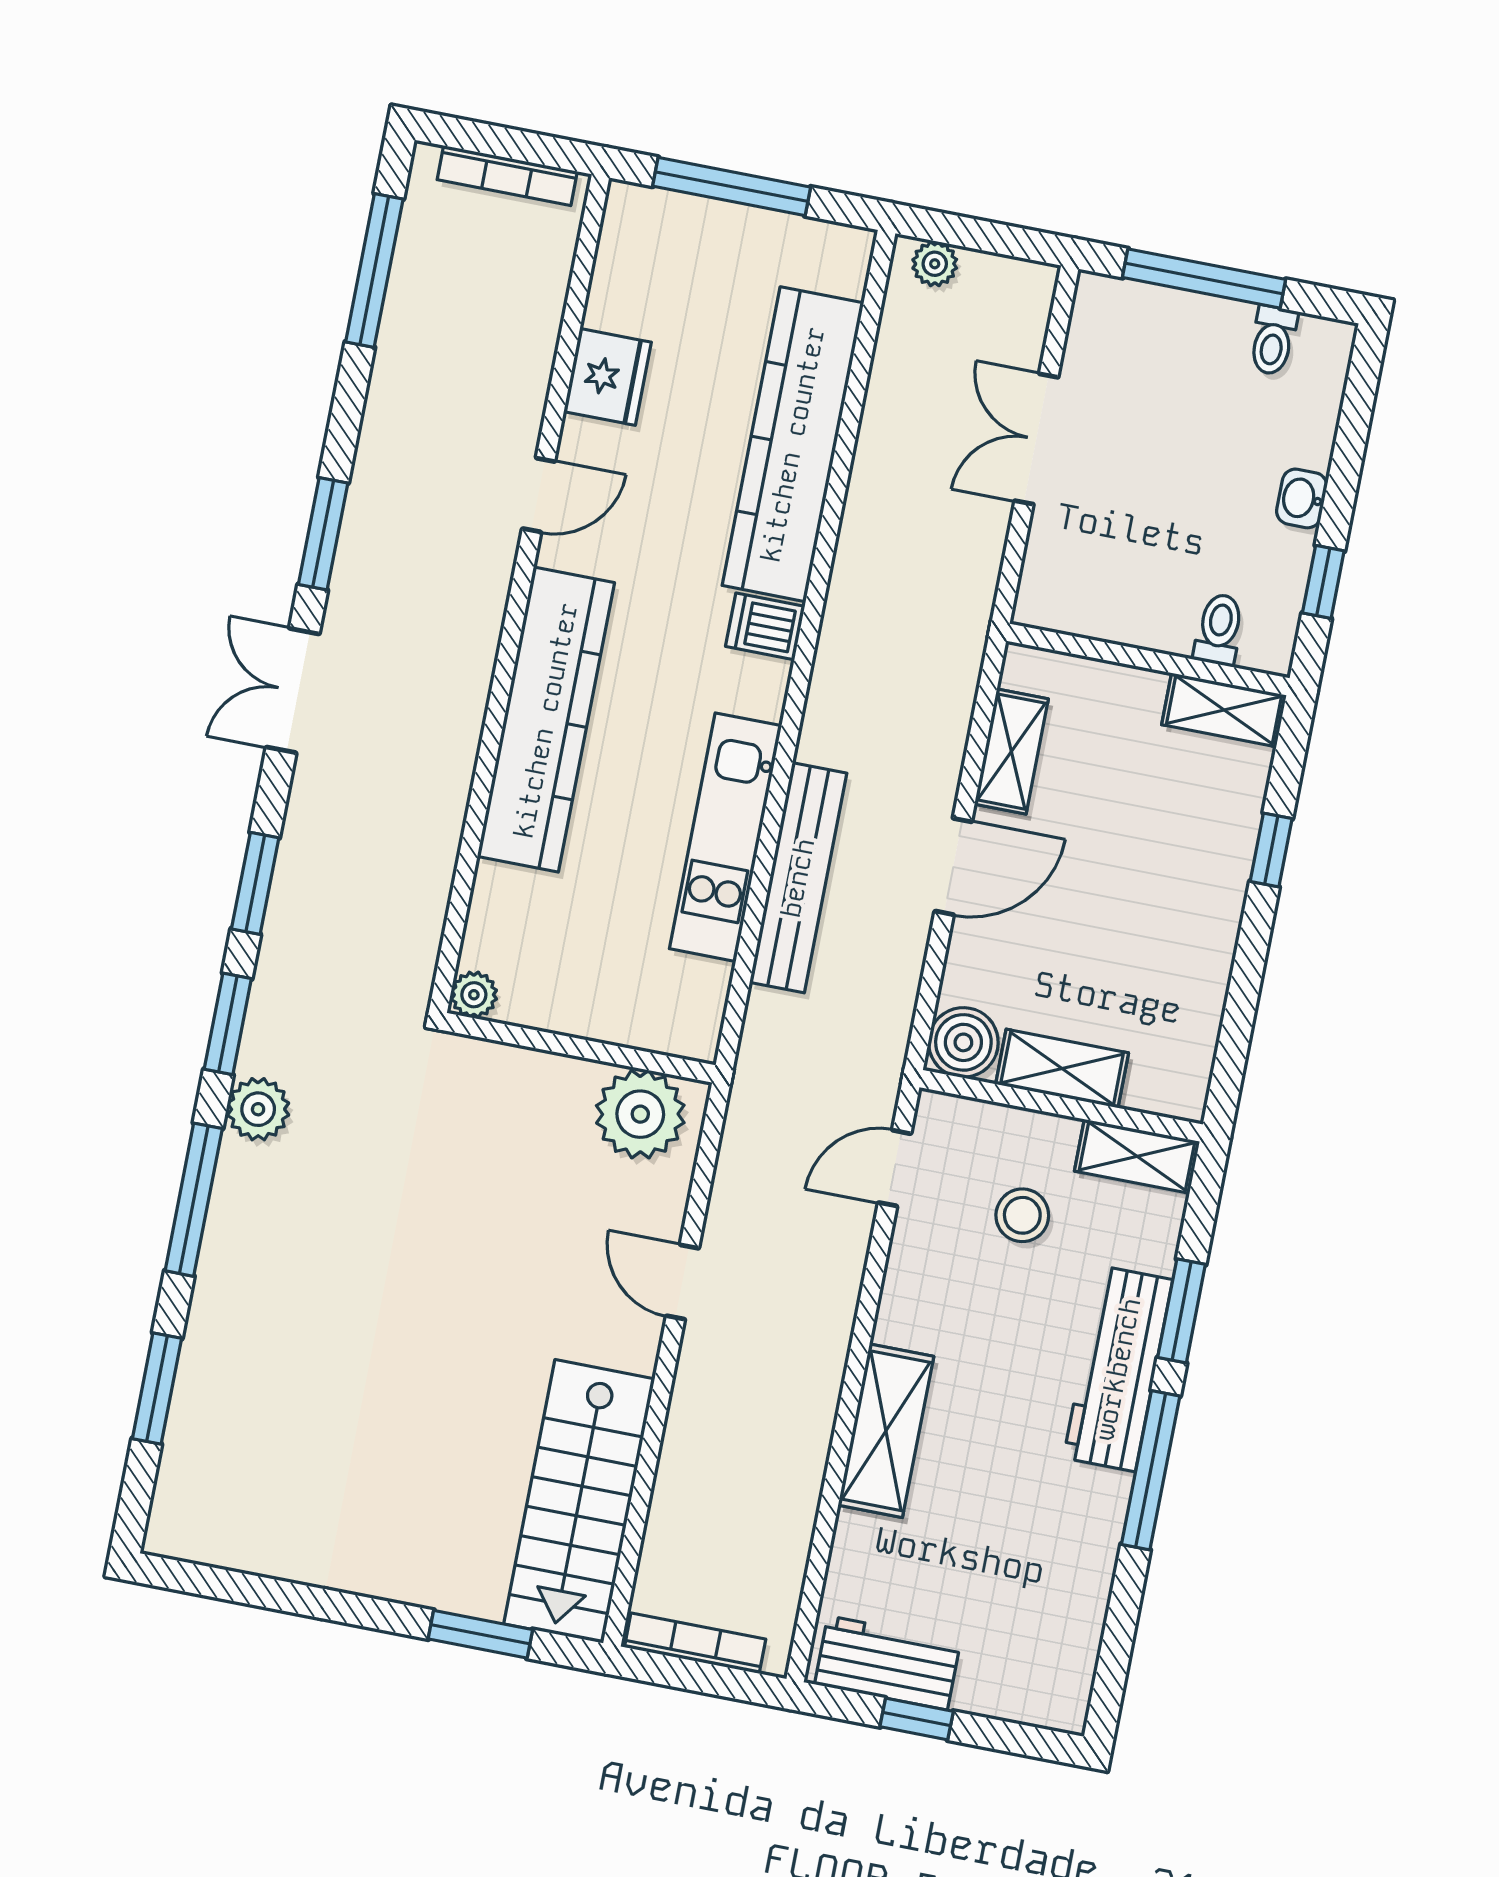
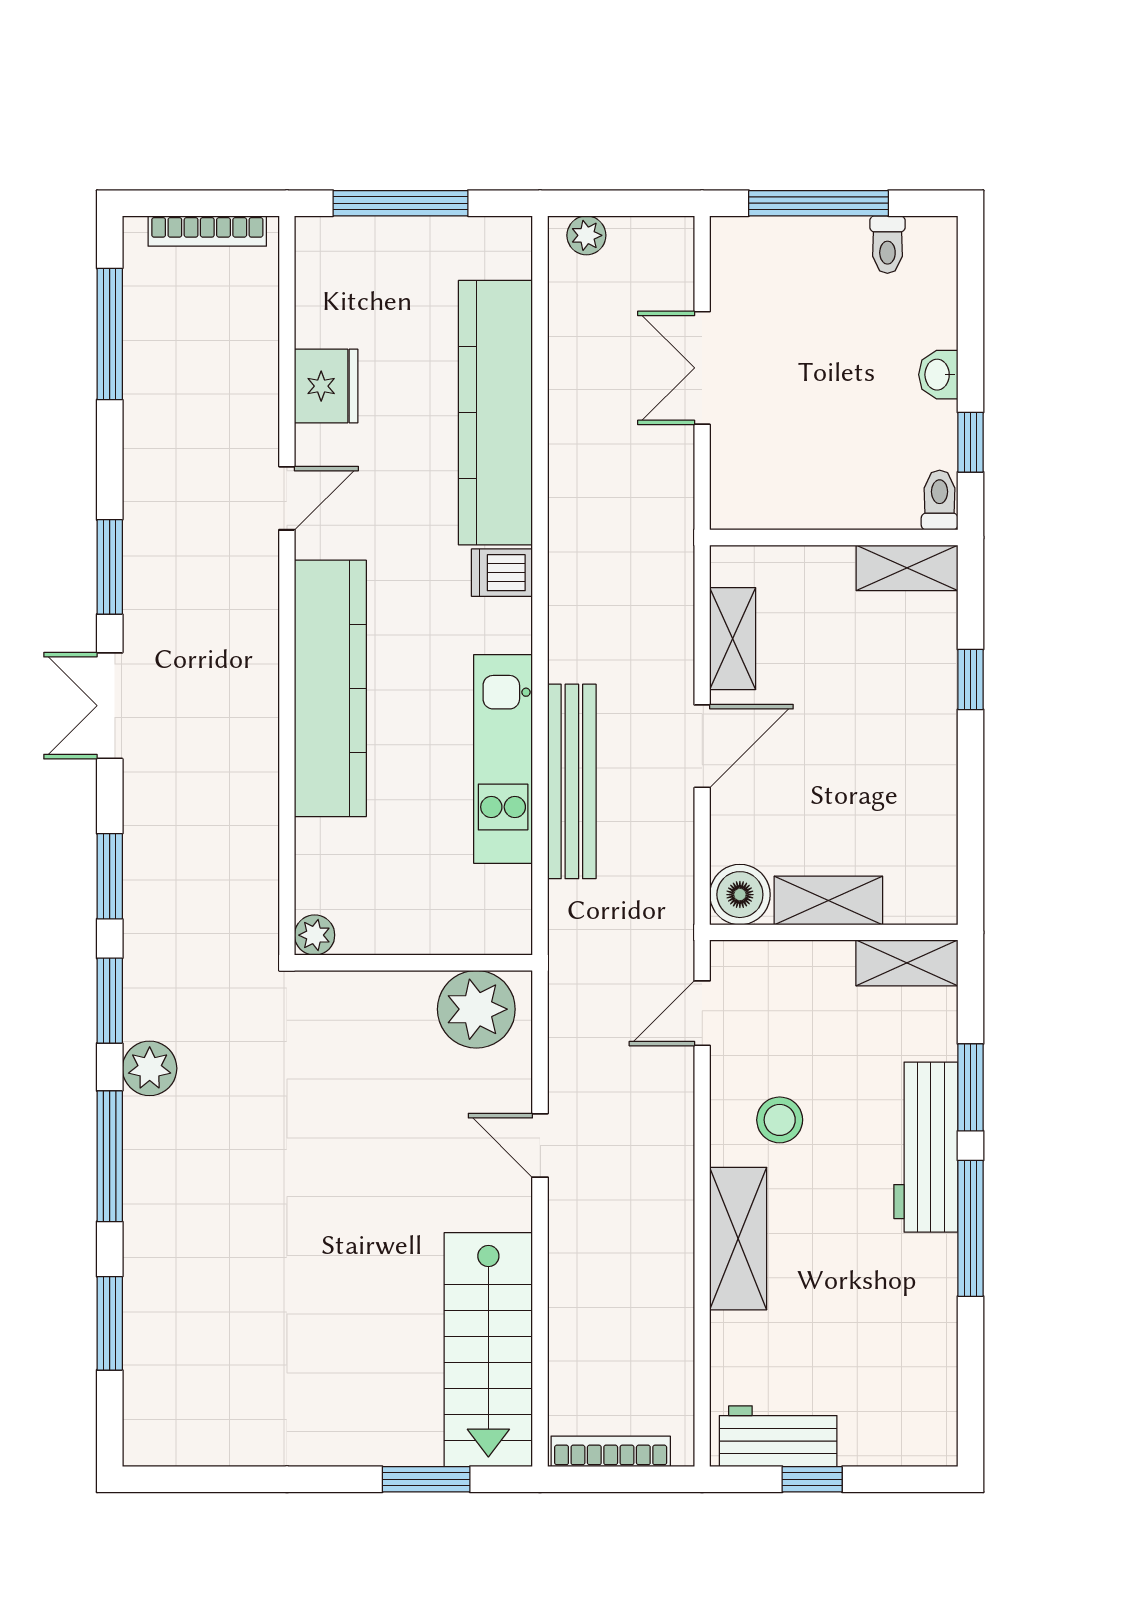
toilet: (1219, 629) -> (940, 500), moved
stool: (1022, 1215) -> (780, 1120), moved

